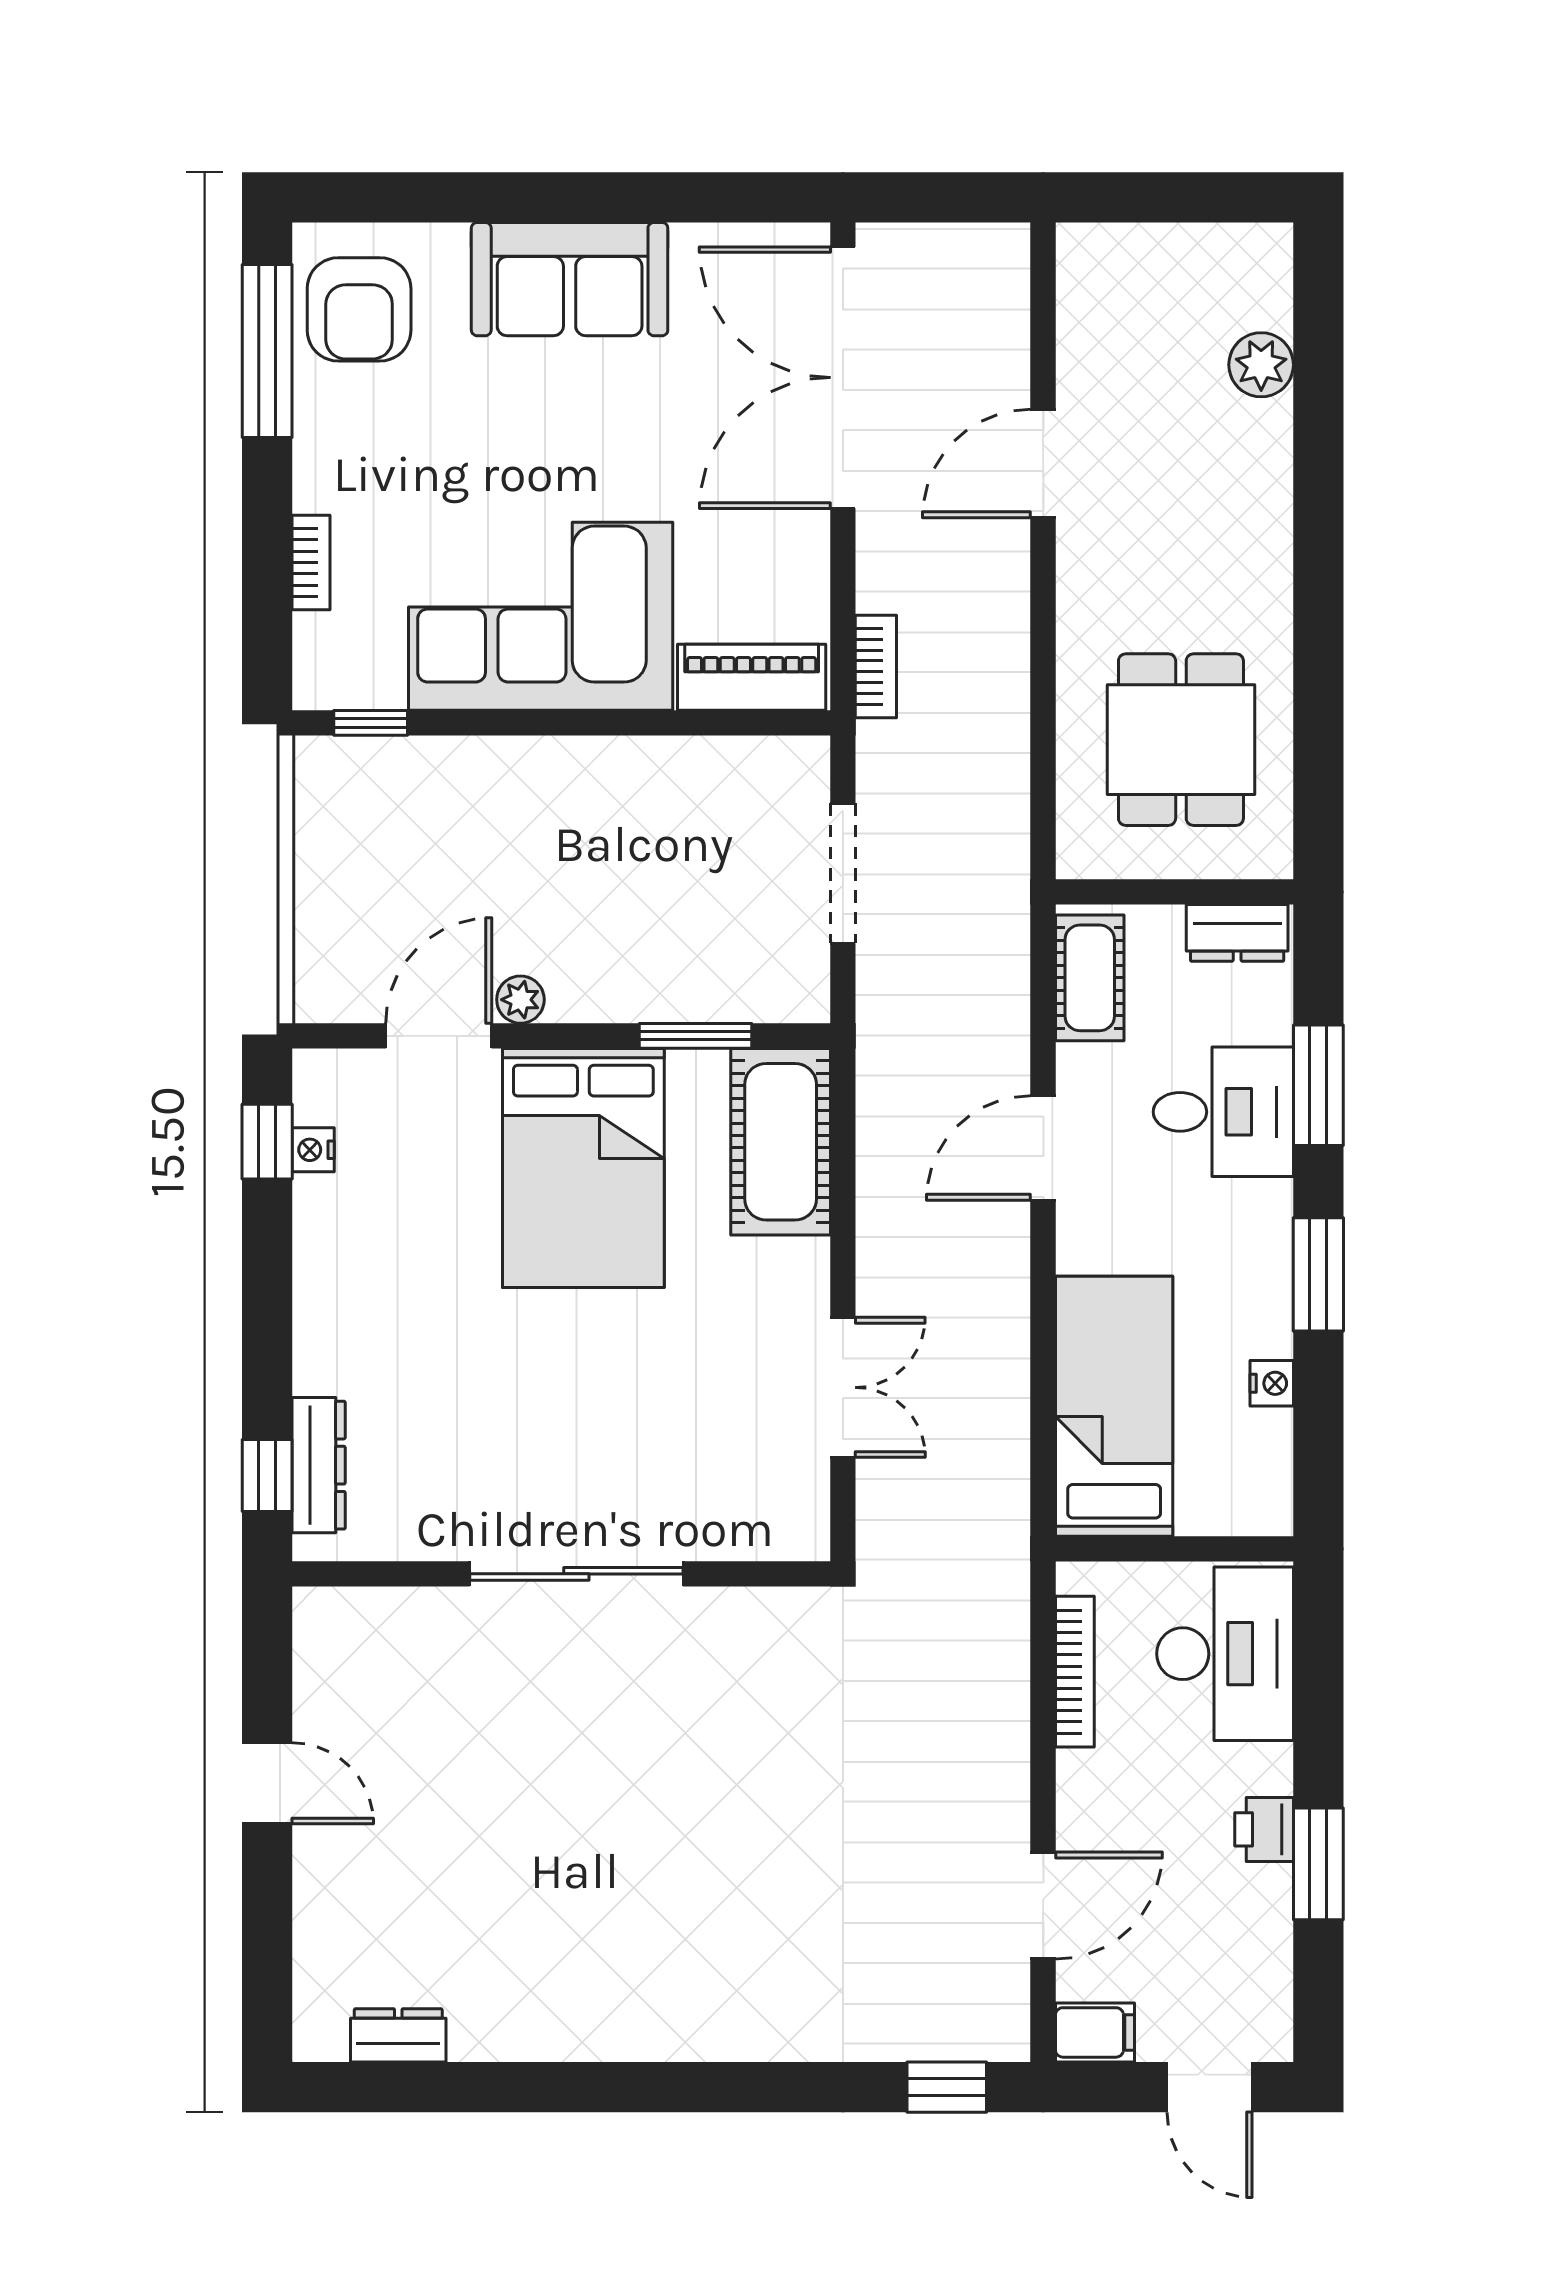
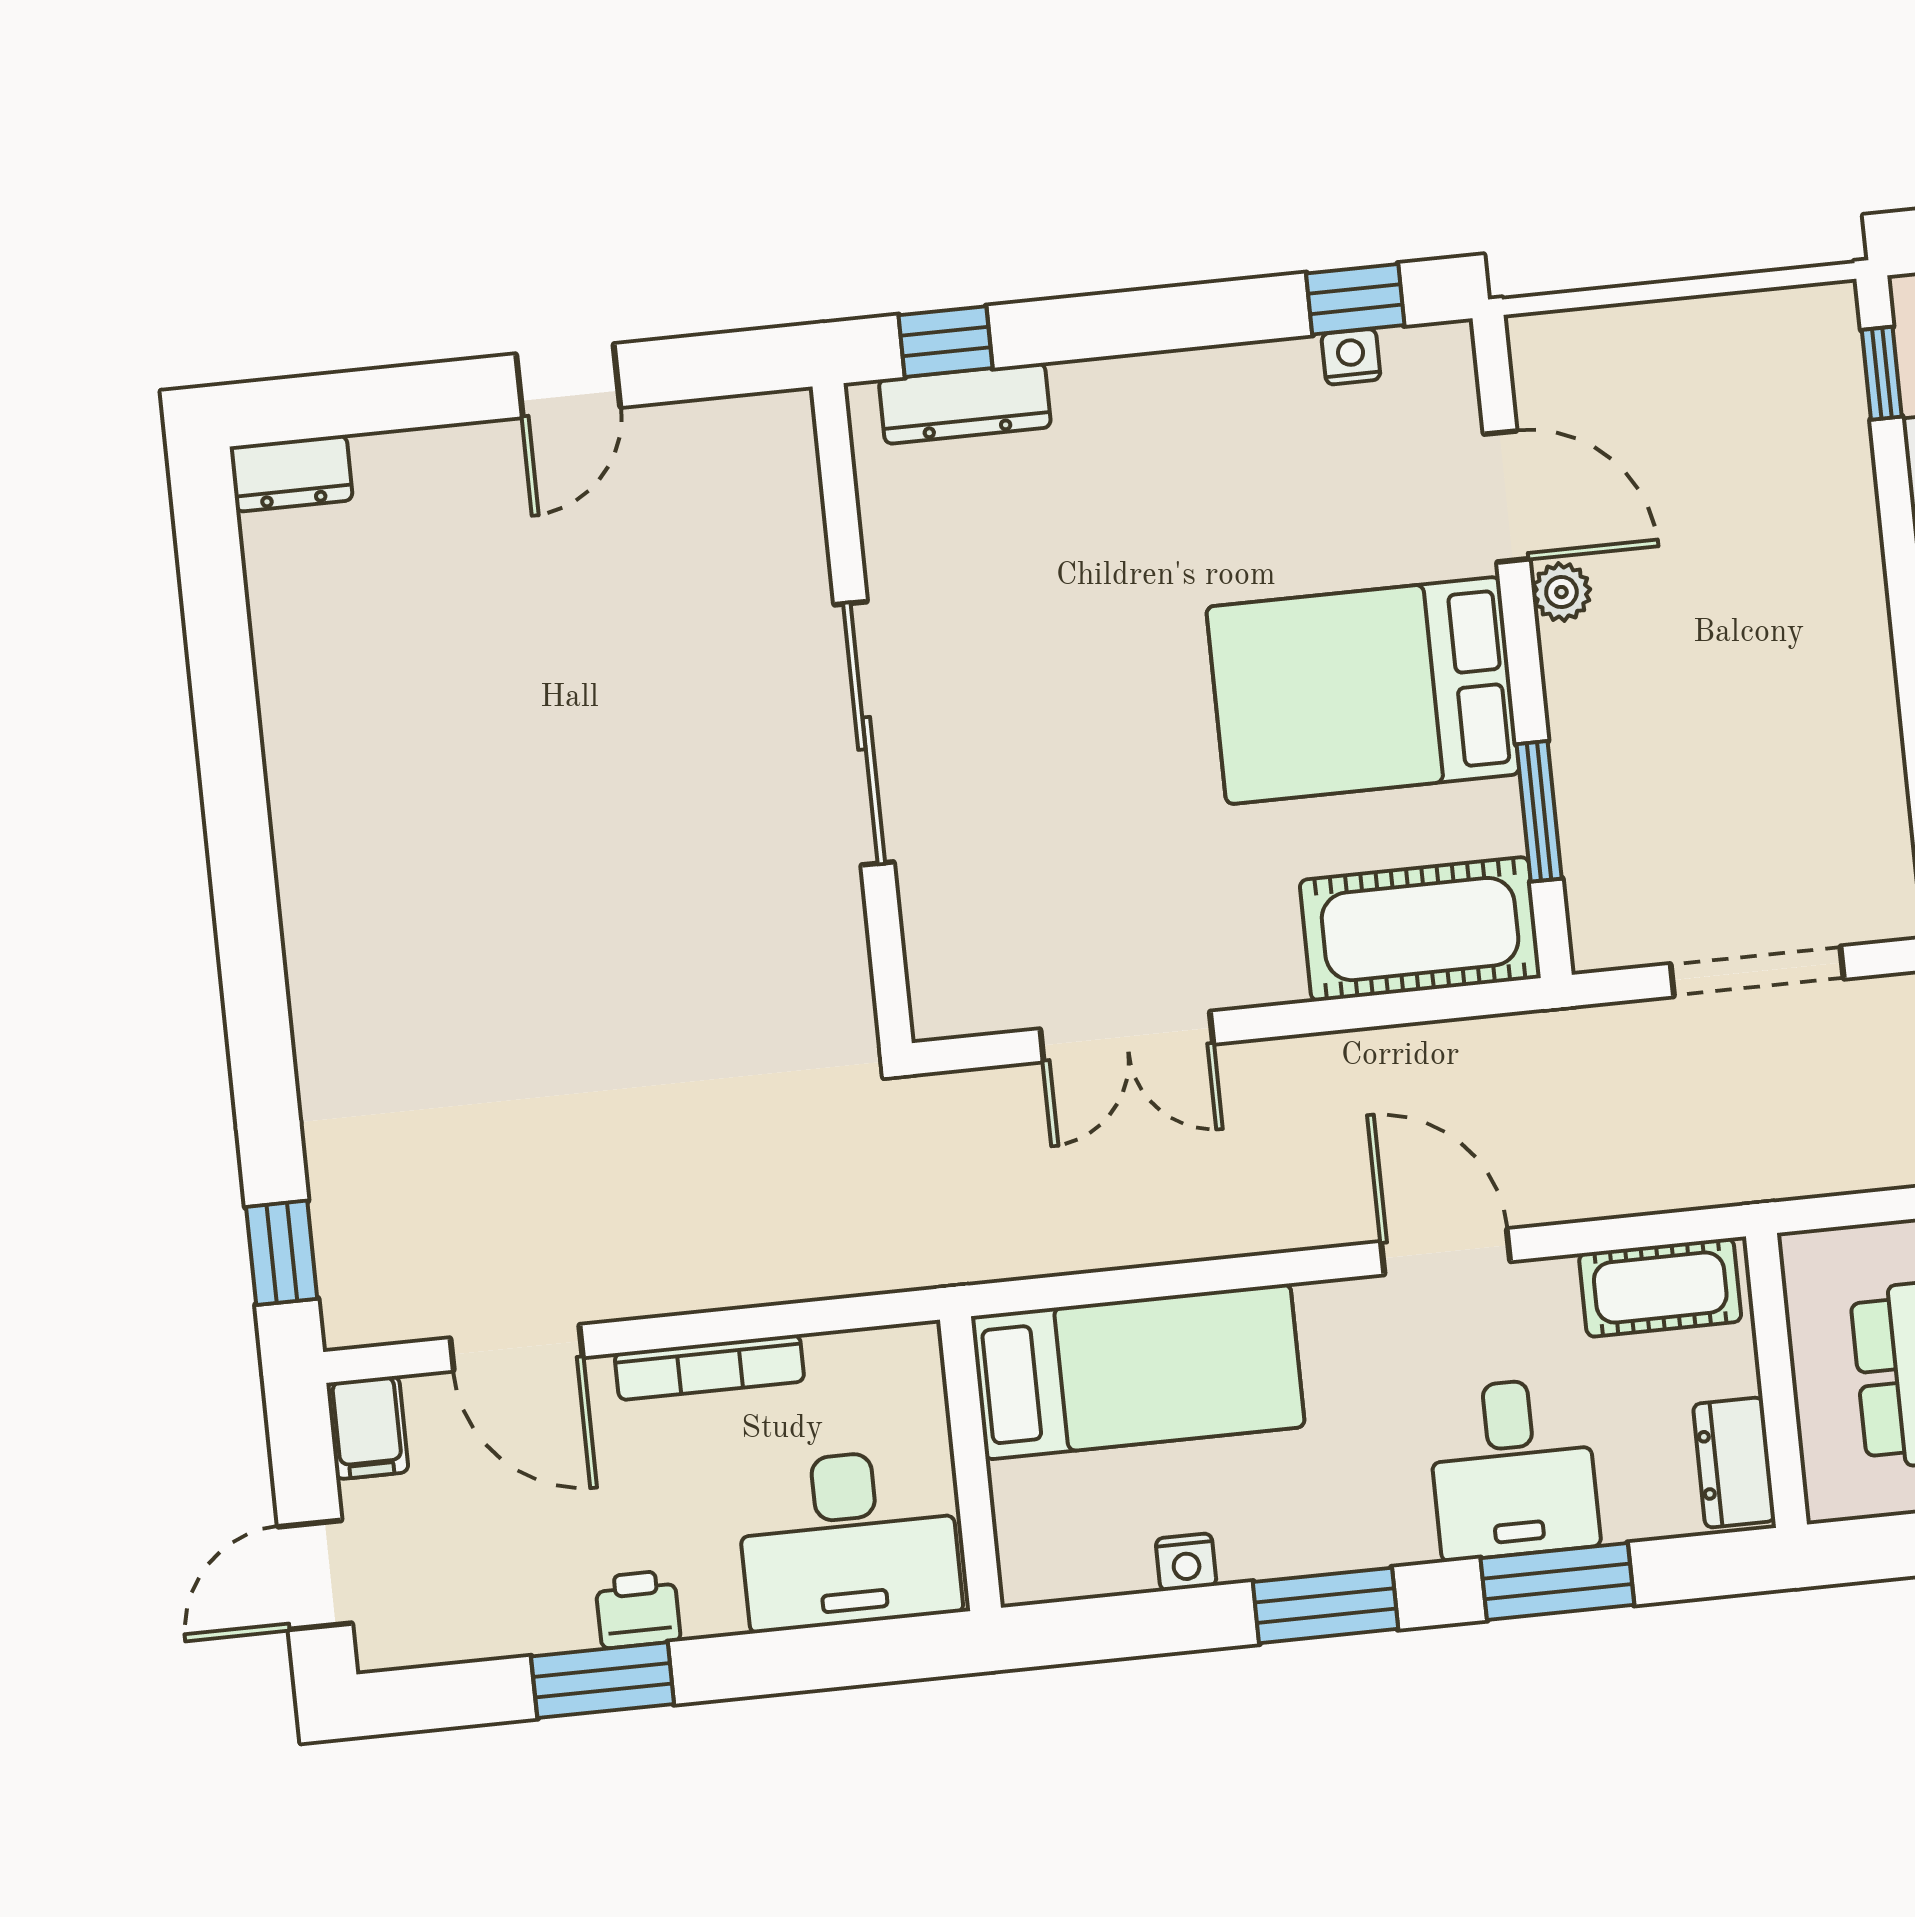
bookcase: (1075, 1672) -> (709, 1367), moved
dresser: (398, 2035) -> (291, 473), moved, turned 90

